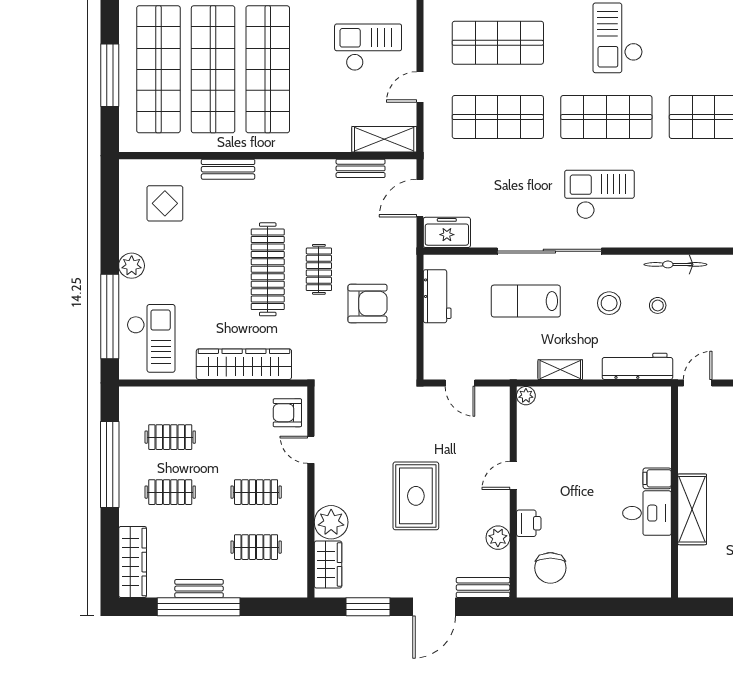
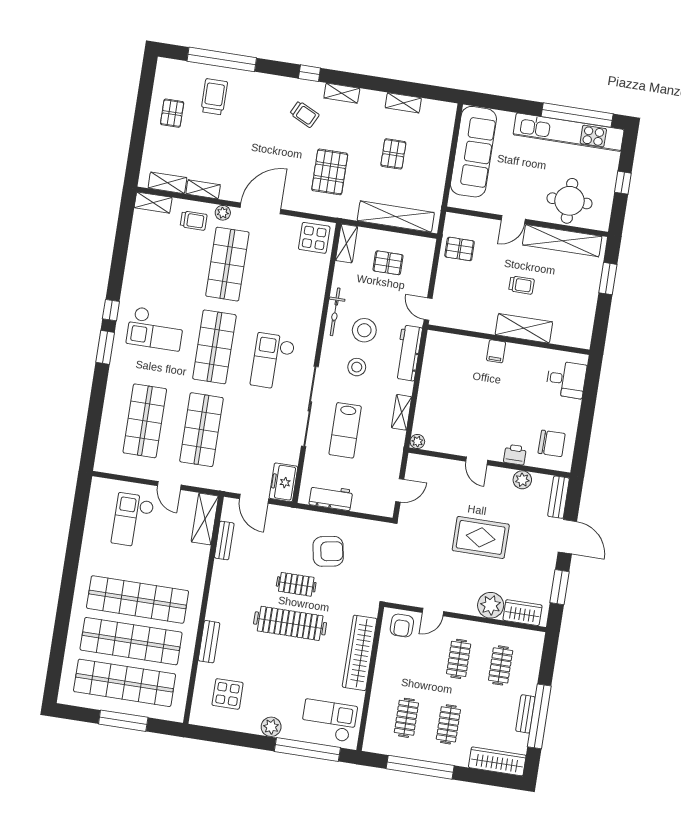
armchair: (368, 304) -> (328, 551), turned 80
stool: (658, 305) -> (364, 330), width x1.89, depth x1.89
desk: (647, 513) -> (566, 379), moved, turned 90

